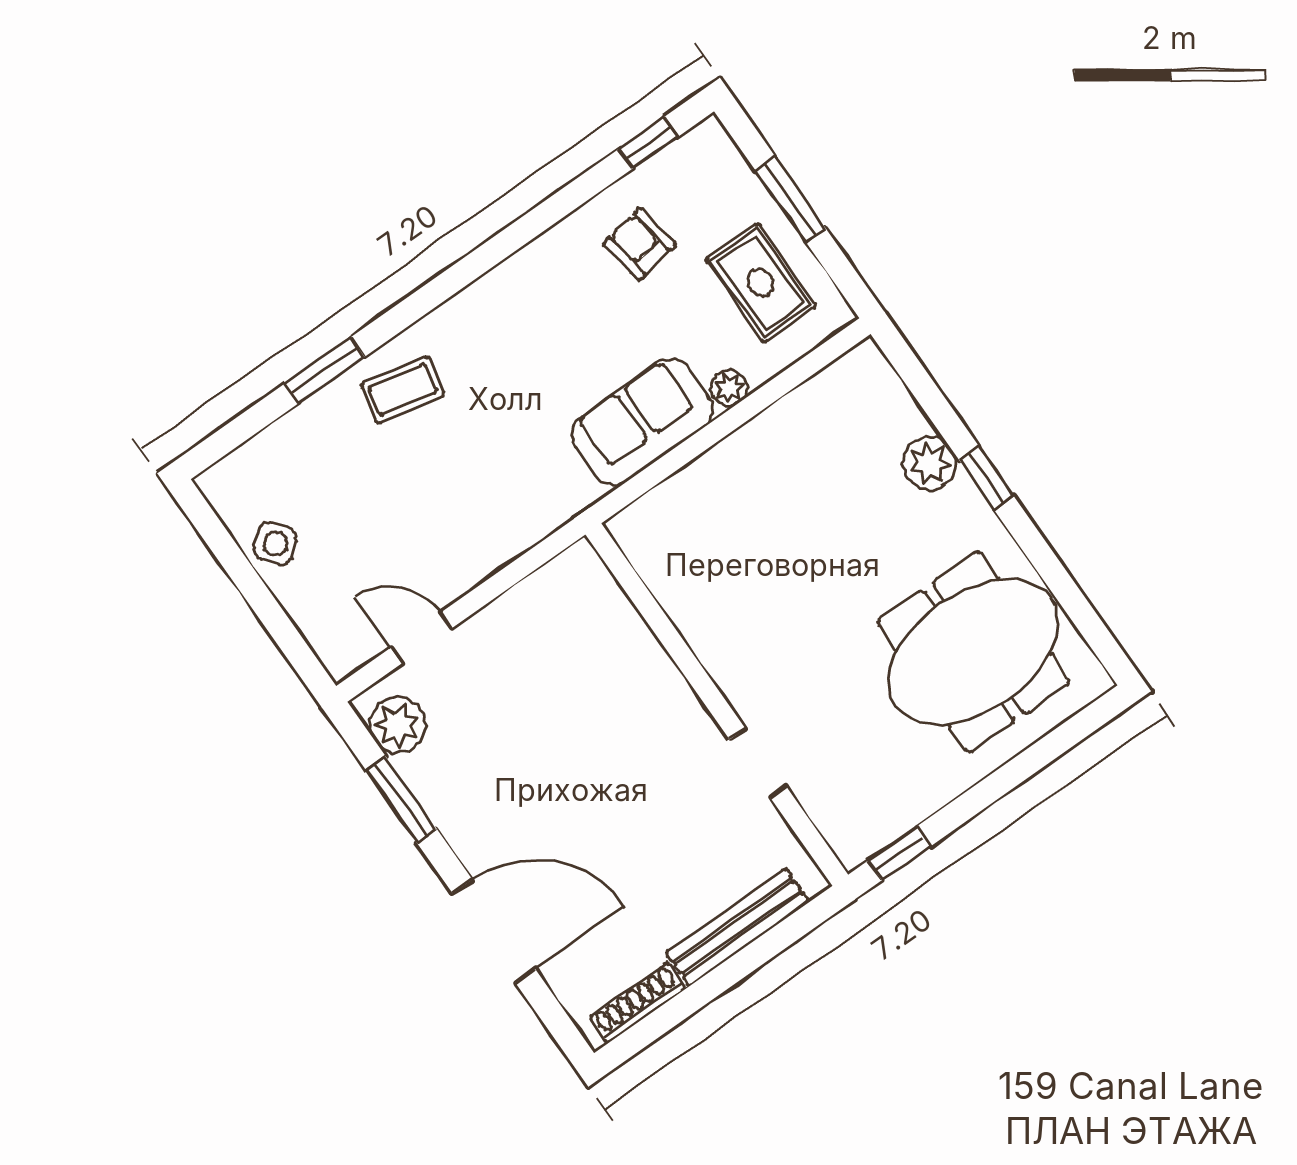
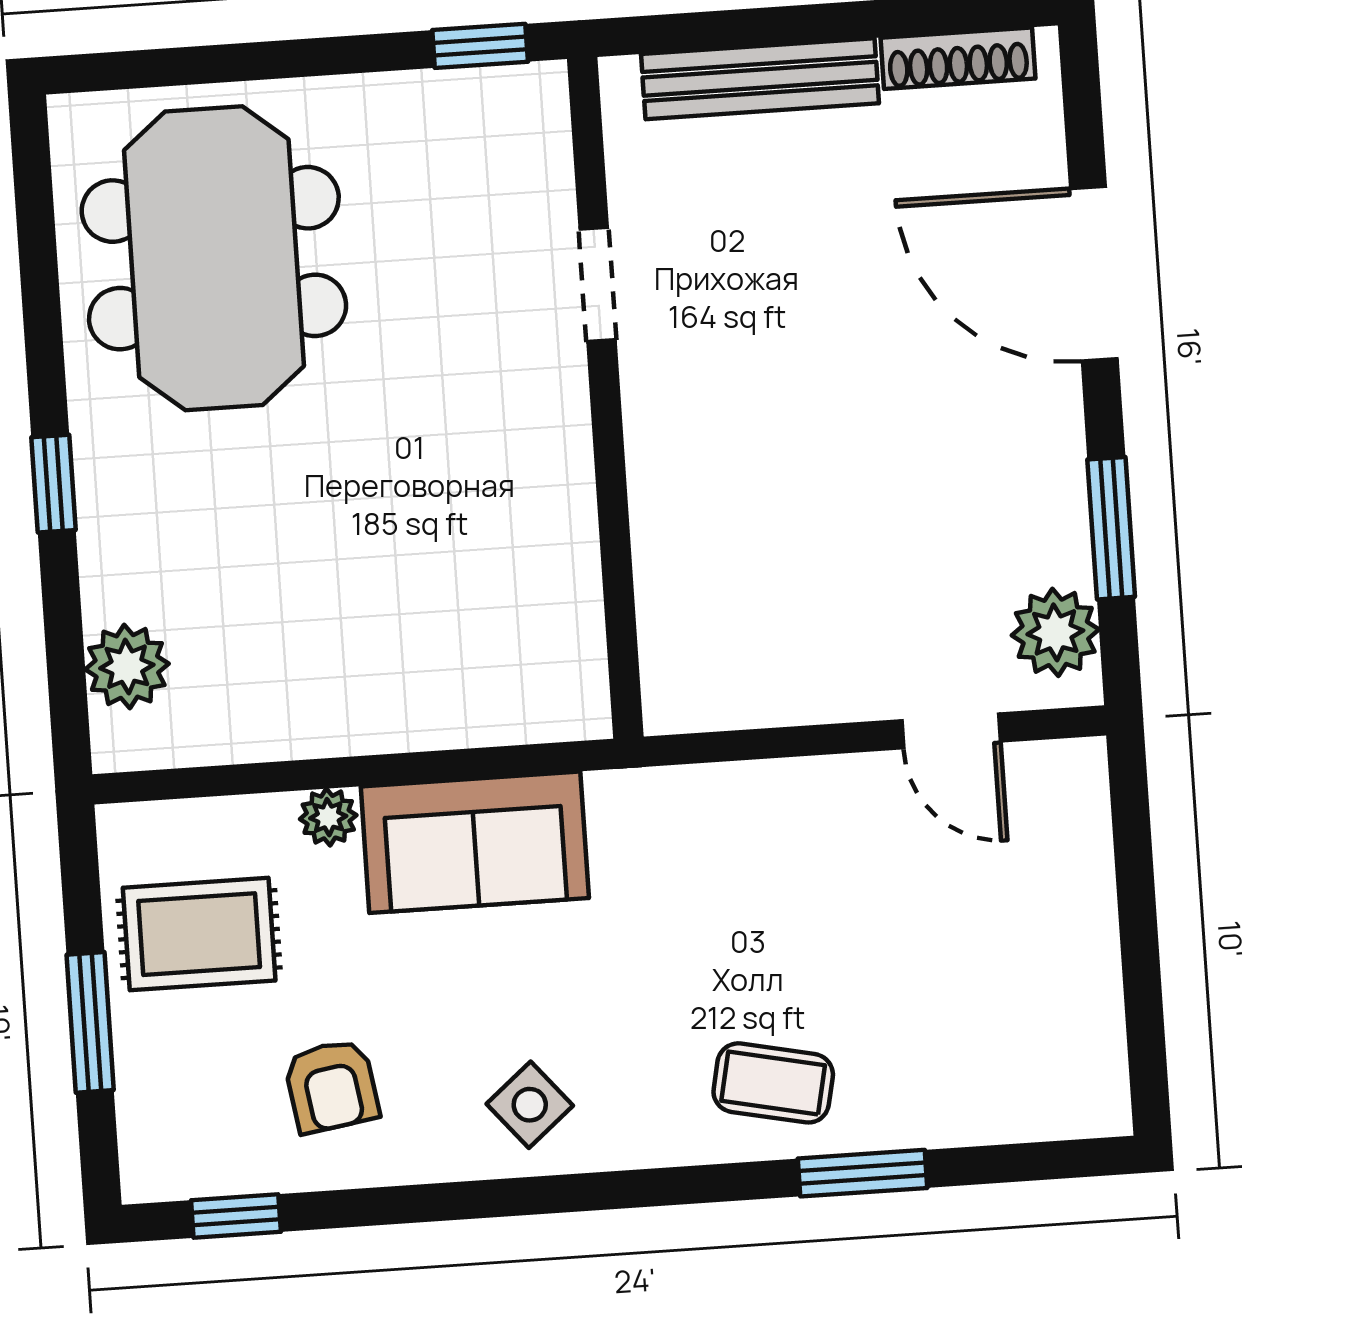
rug: (761, 283) -> (199, 934), turned 90
plant: (929, 463) -> (127, 667), moved
side table: (276, 544) -> (530, 1105), moved
meeting table: (973, 652) -> (214, 258), turned 90

